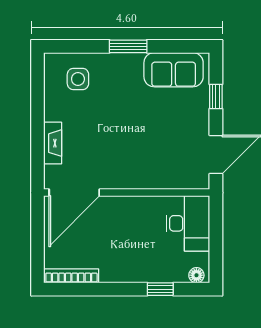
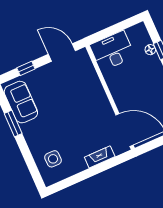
window: (128, 46) -> (13, 123), moved
floor lamp: (196, 275) -> (150, 50), moved

